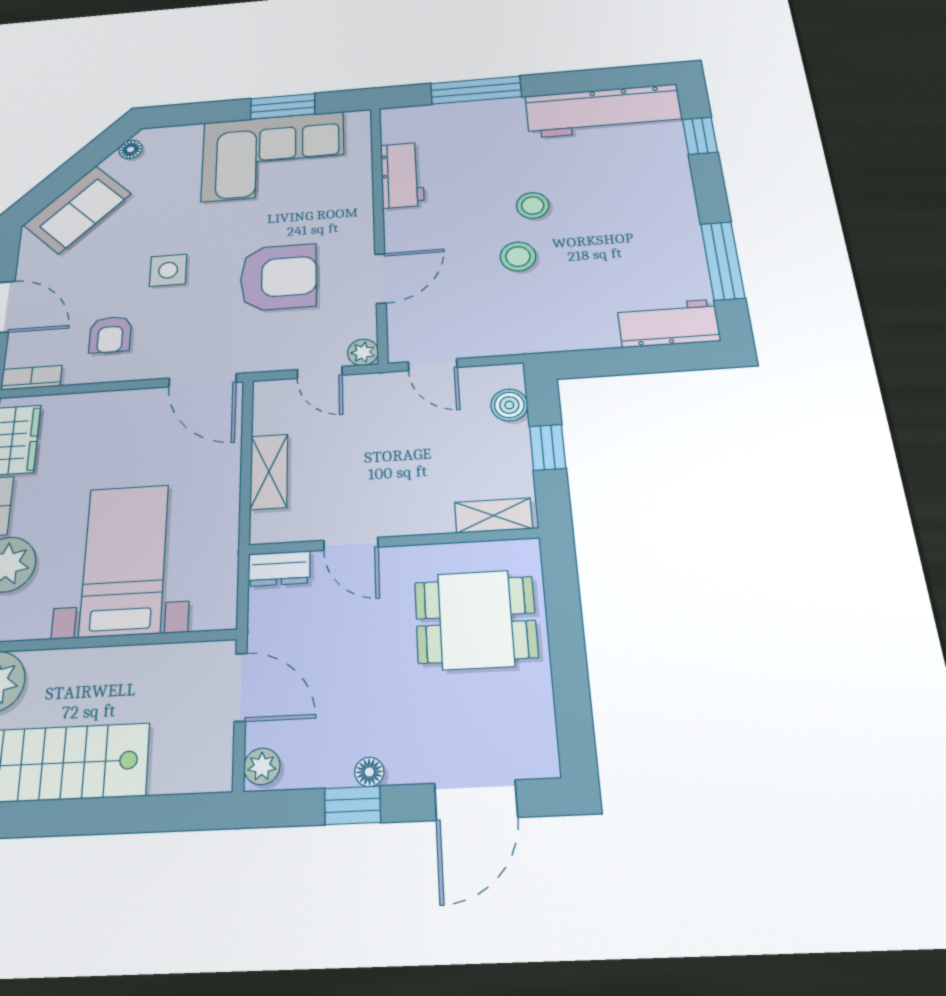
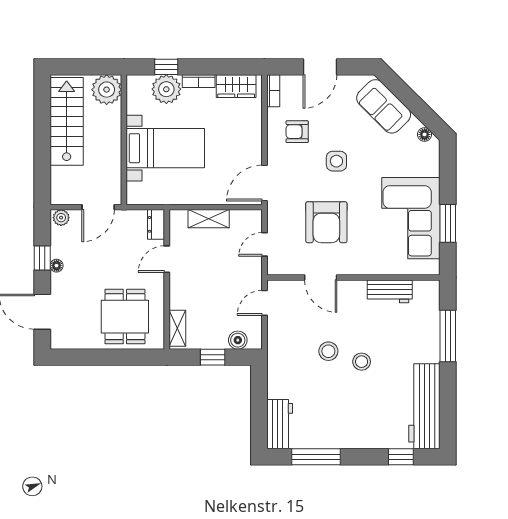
plant: (363, 352) -> (275, 267), removed

